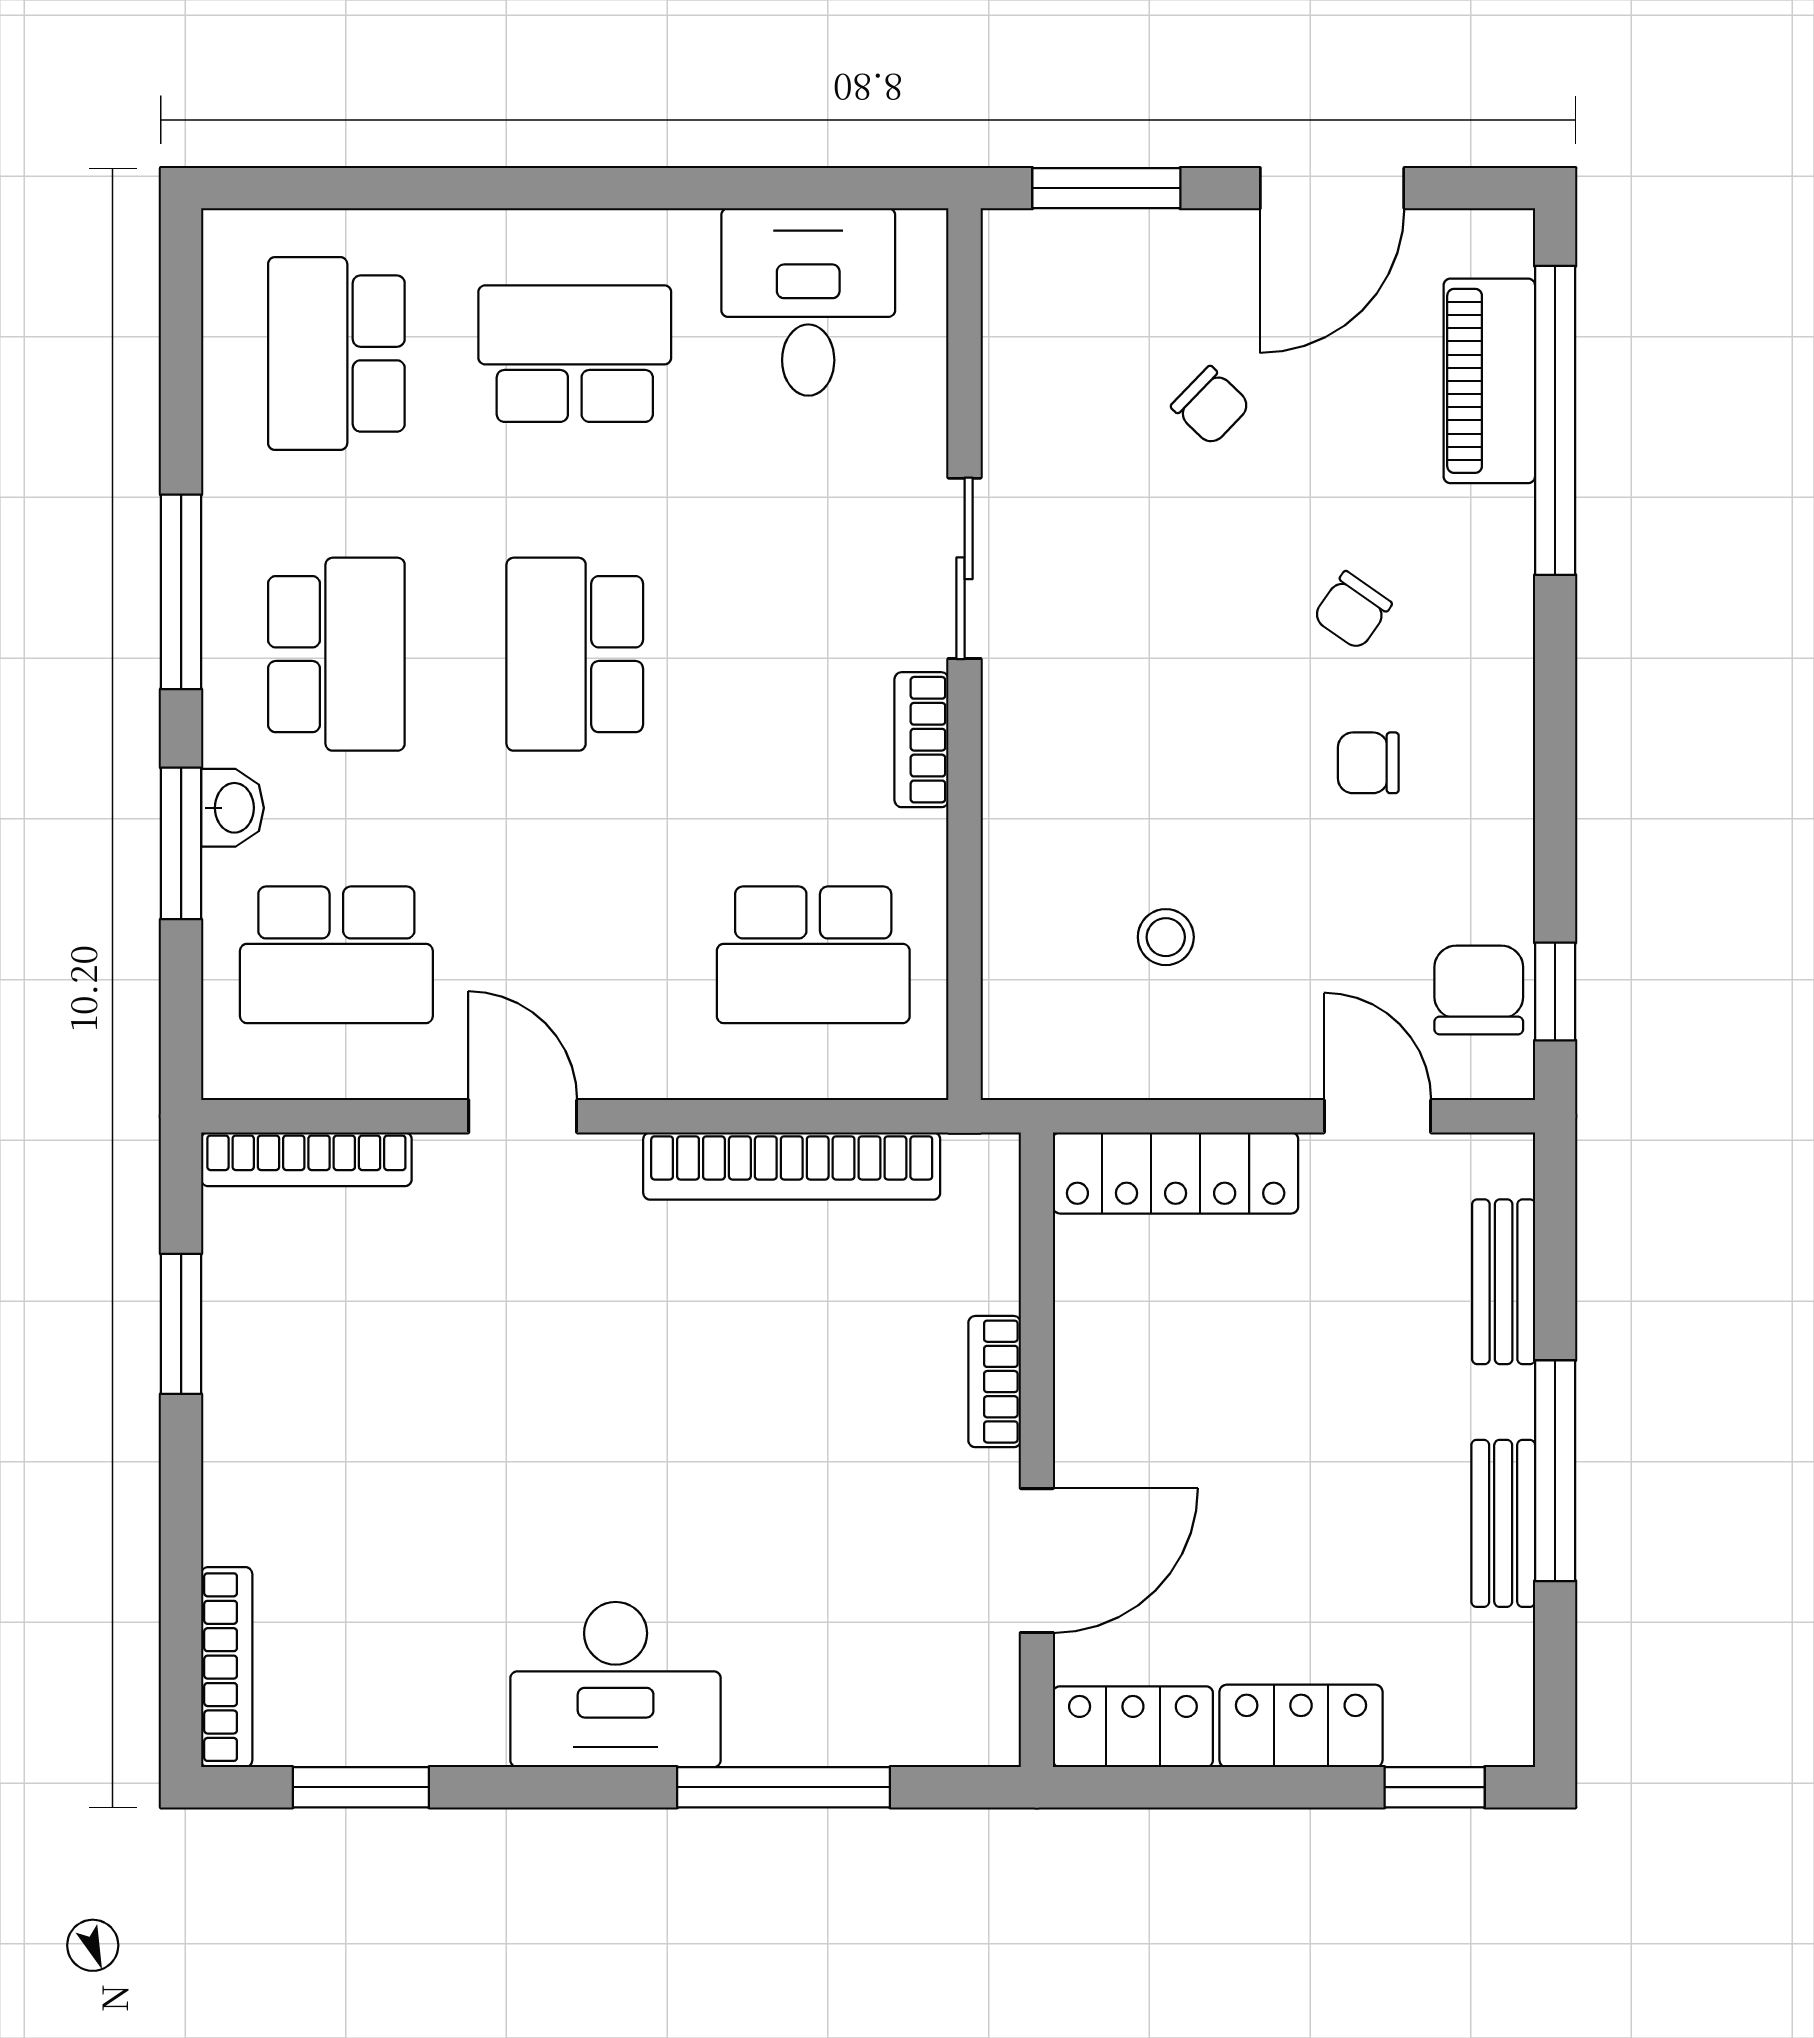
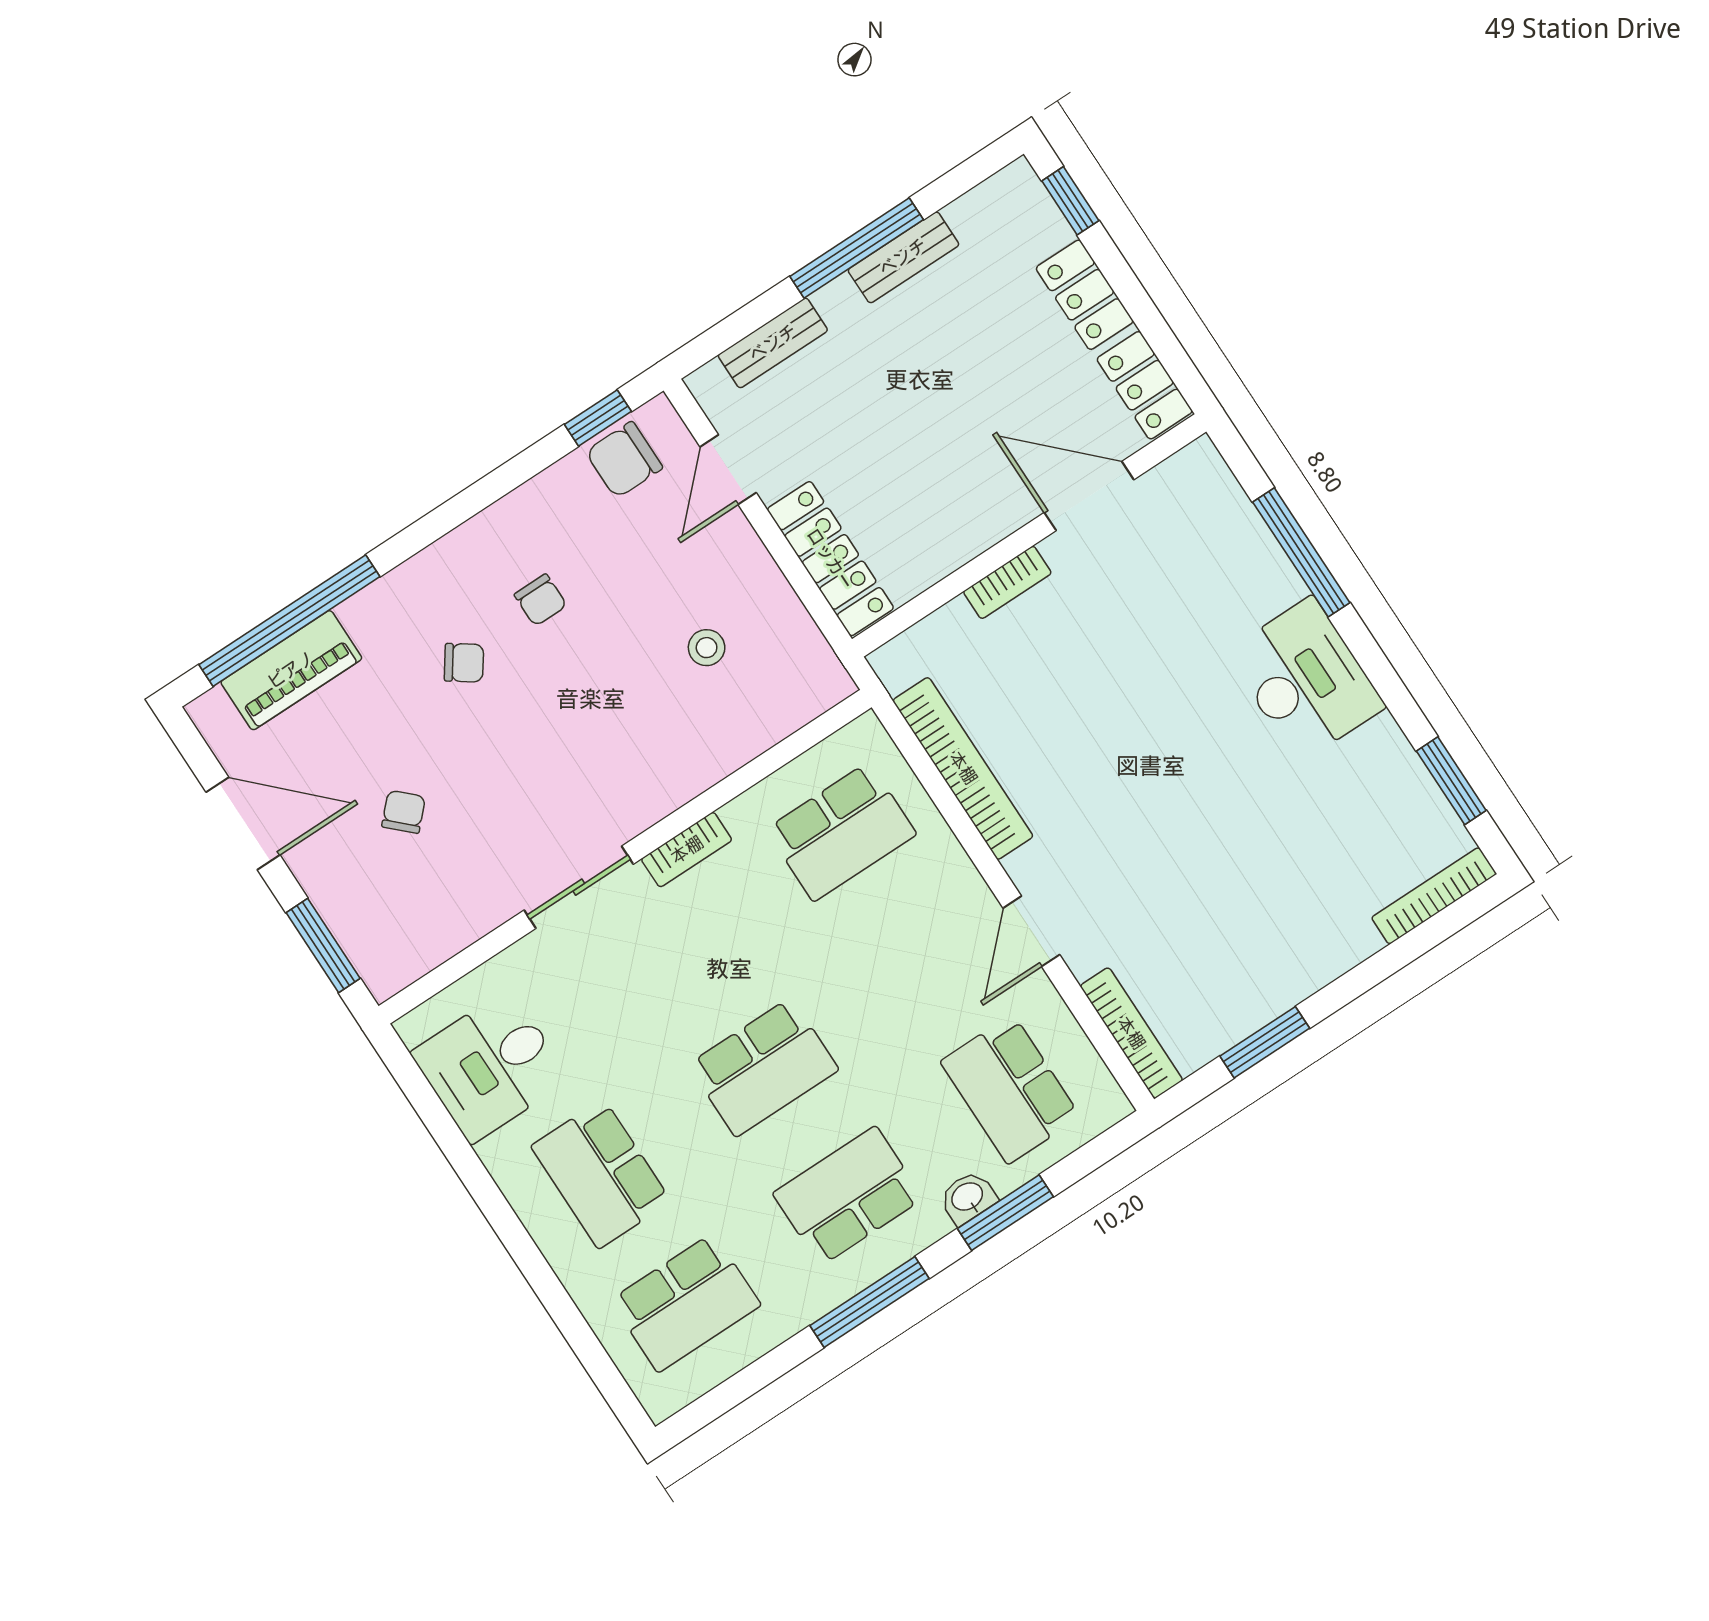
school desk: (336, 955) -> (1010, 1089), turned 180
school desk: (813, 955) -> (841, 832), turned 90

